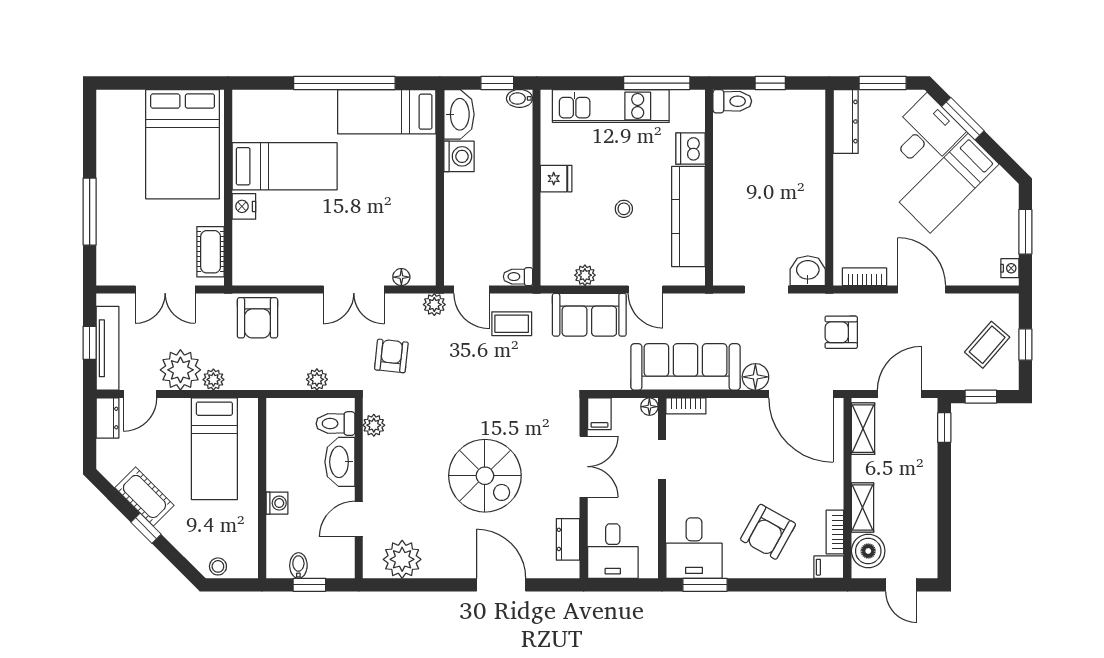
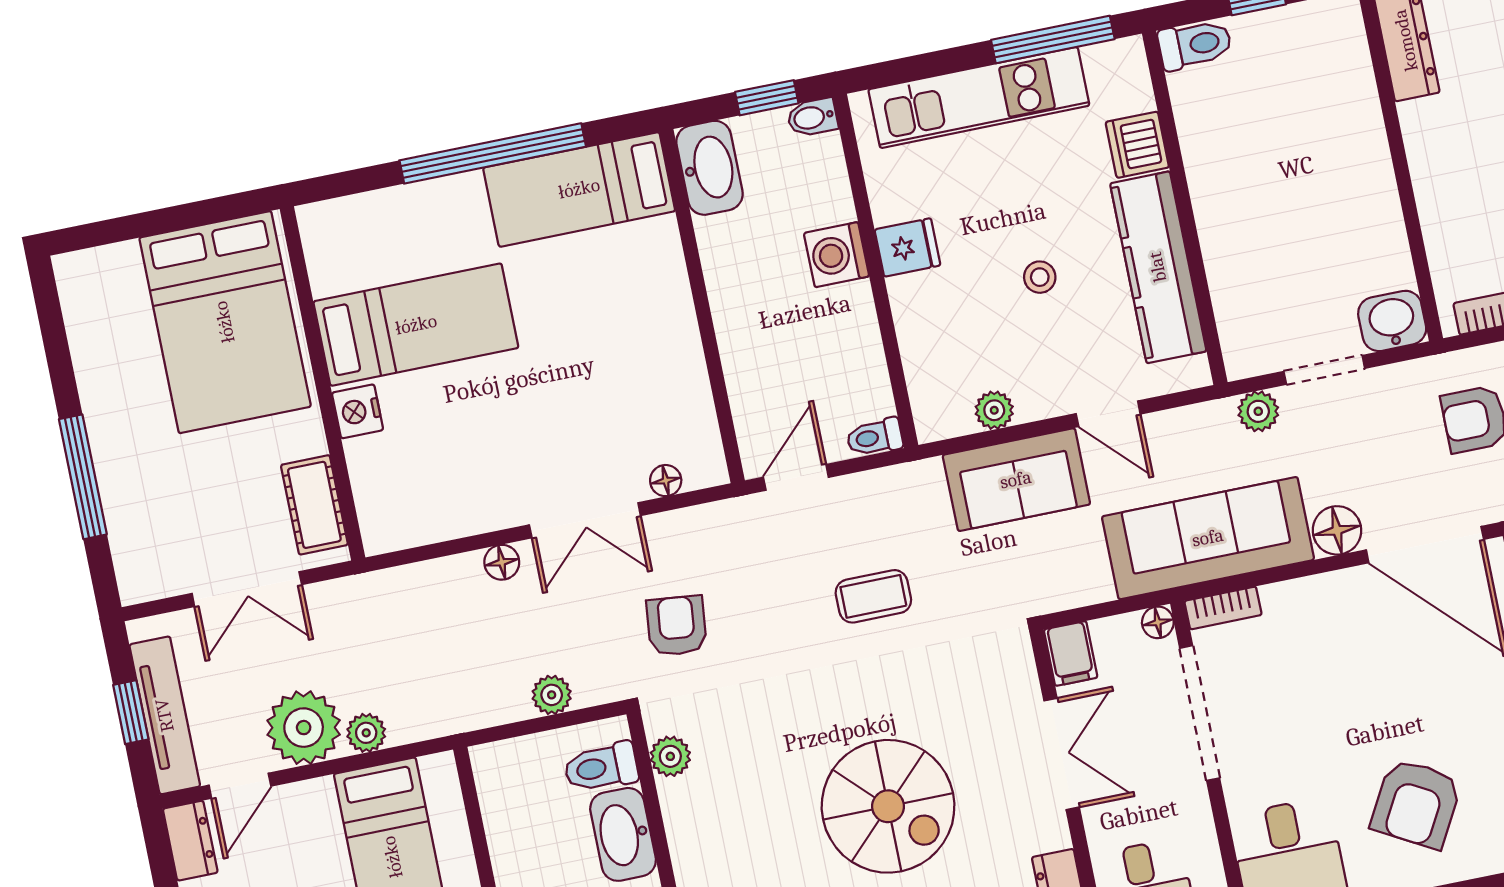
washing machine: (459, 156) -> (837, 255), moved, turned 180
door: (471, 289) -> (796, 477), swing flipped
floor lamp: (305, 303) -> (502, 562), added
plant: (434, 305) -> (1258, 411), moved
armchair: (257, 318) -> (423, 606), removed
coffee table: (512, 324) -> (873, 596), moved
doorway: (662, 460) -> (1200, 713), width x1.88

